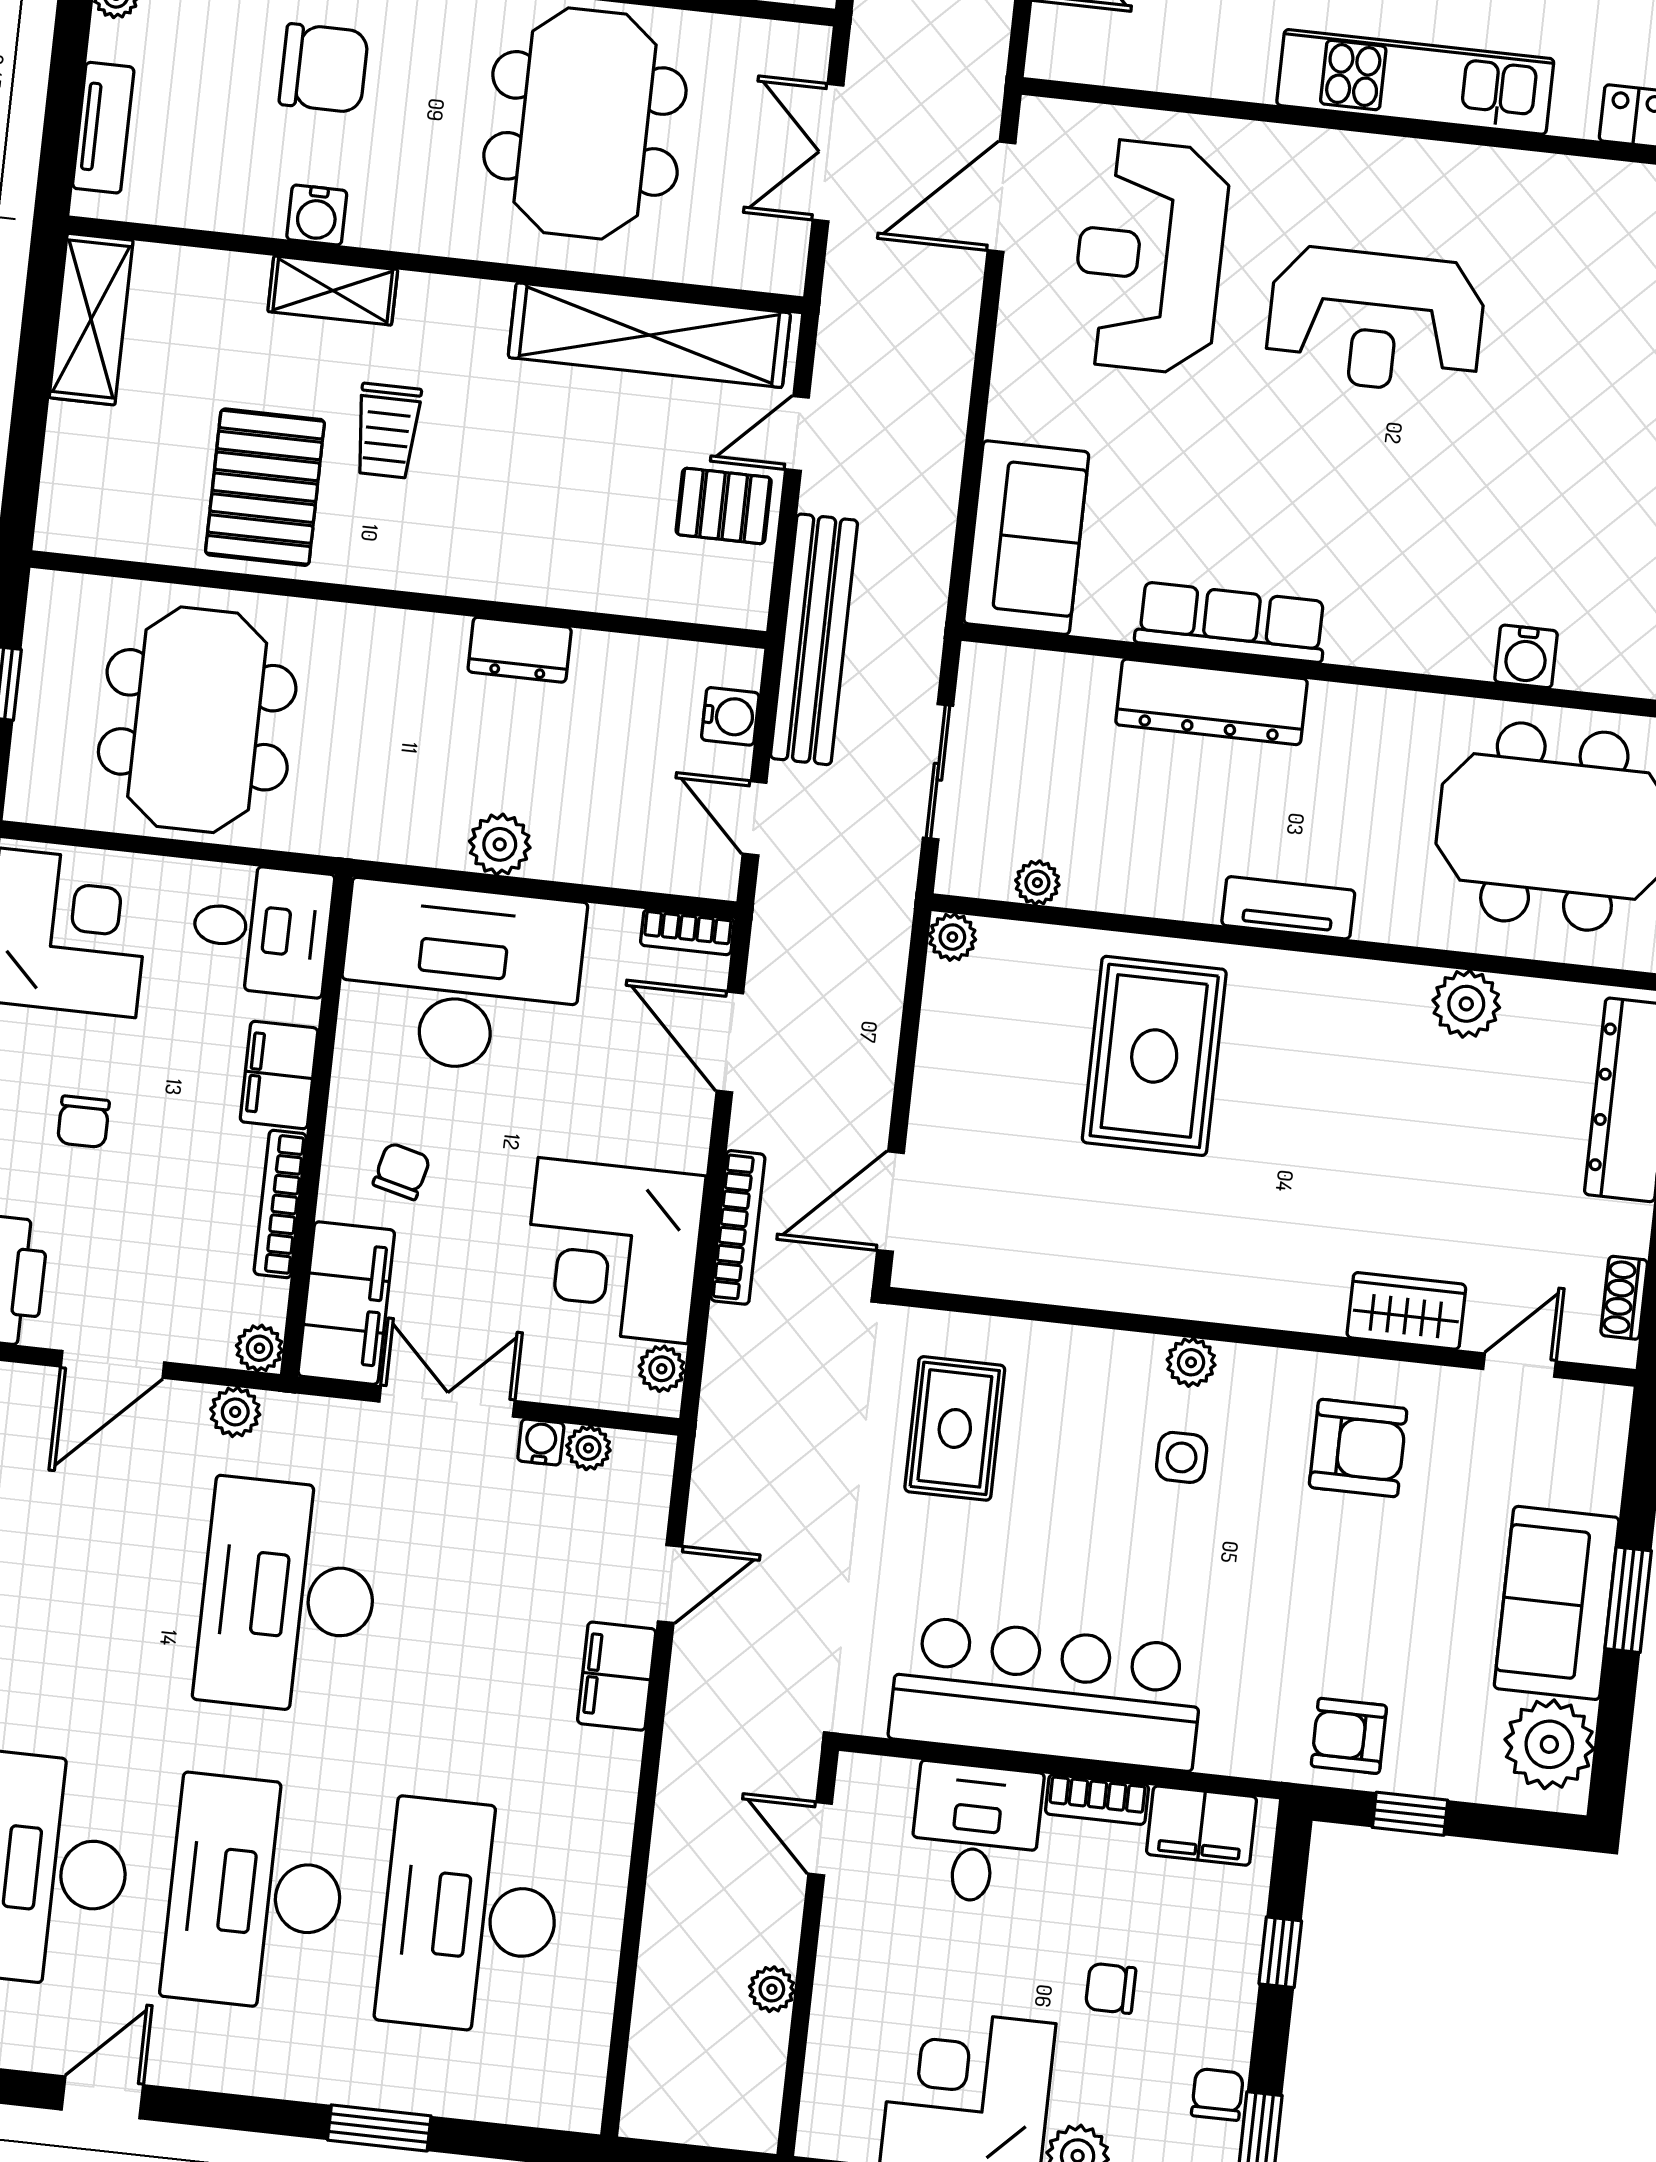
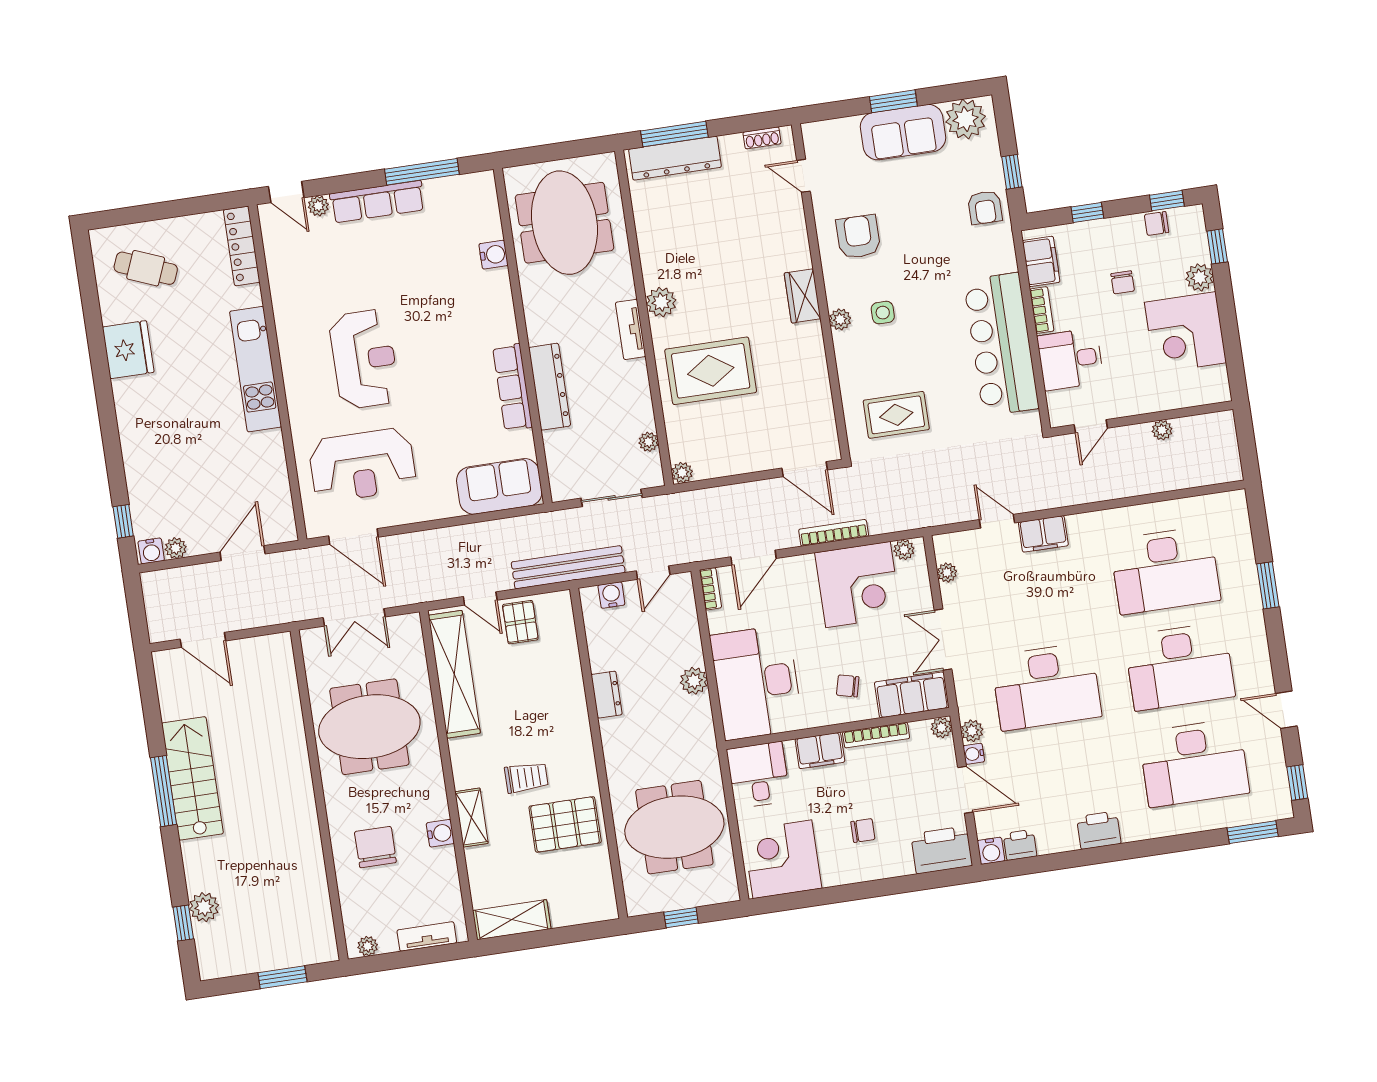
plant: (1466, 1004) -> (661, 302), moved
wardrobe: (1406, 1311) -> (803, 296), moved
water cooler: (541, 1442) -> (974, 754), moved

